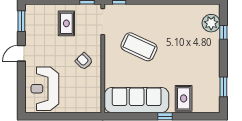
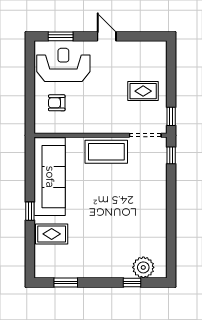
window: (21, 21) -> (61, 36), moved
coffee table: (139, 47) -> (106, 152), moved, turned 65
armchair: (84, 61) -> (57, 103), moved, turned -136

